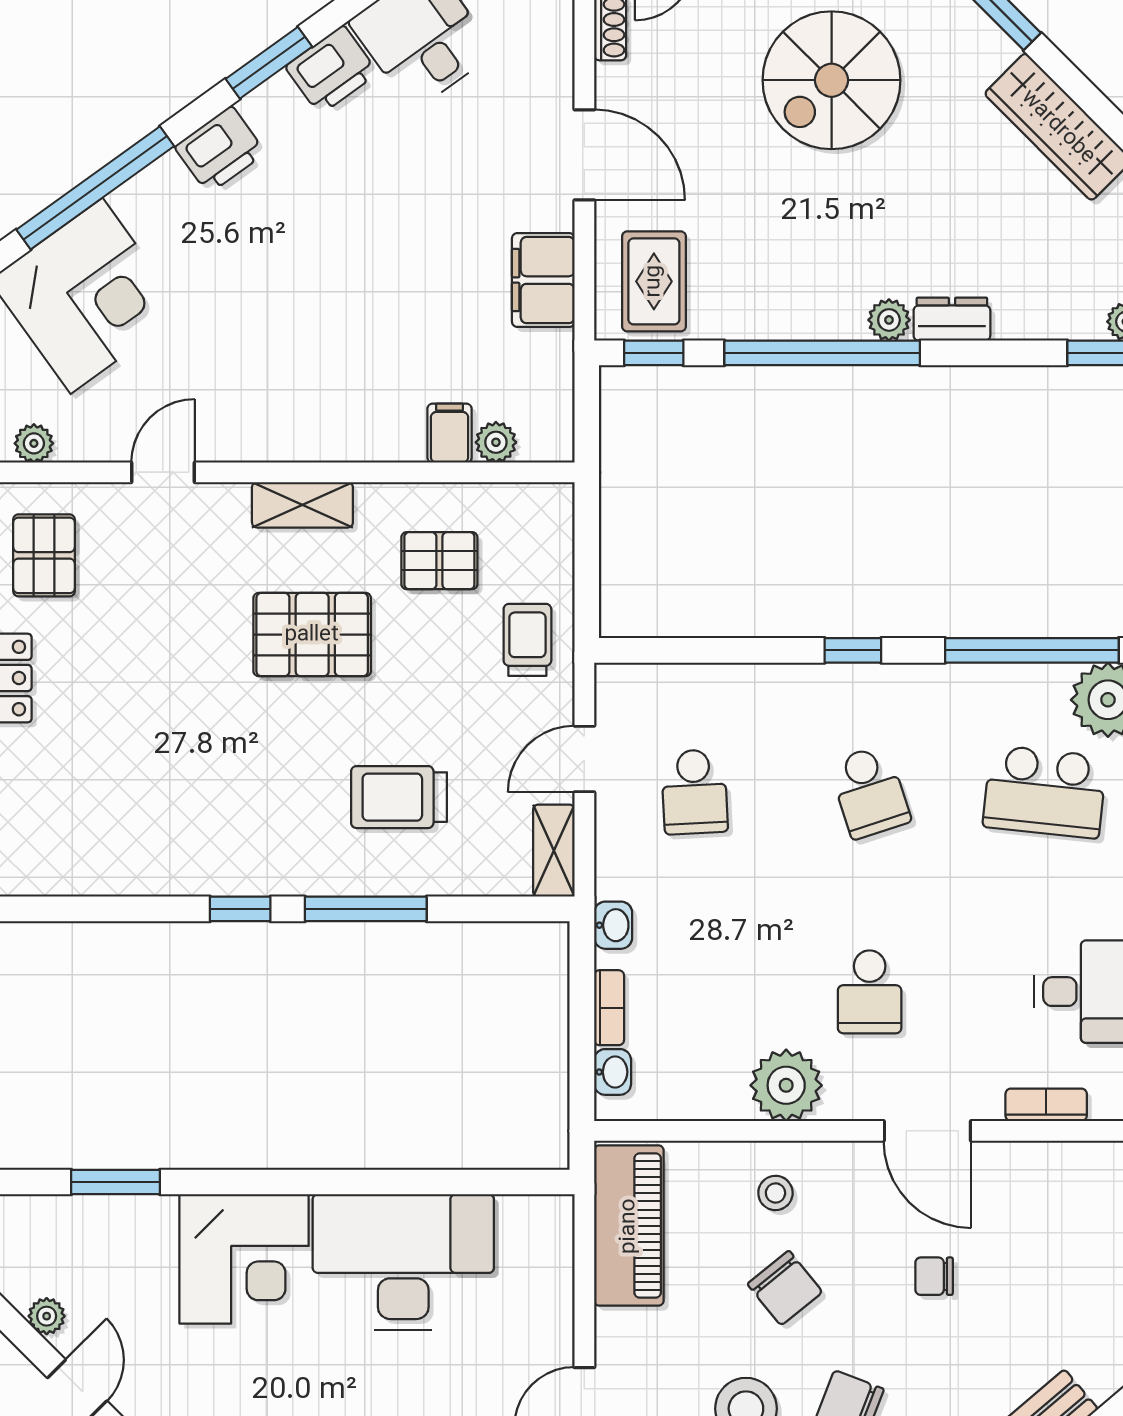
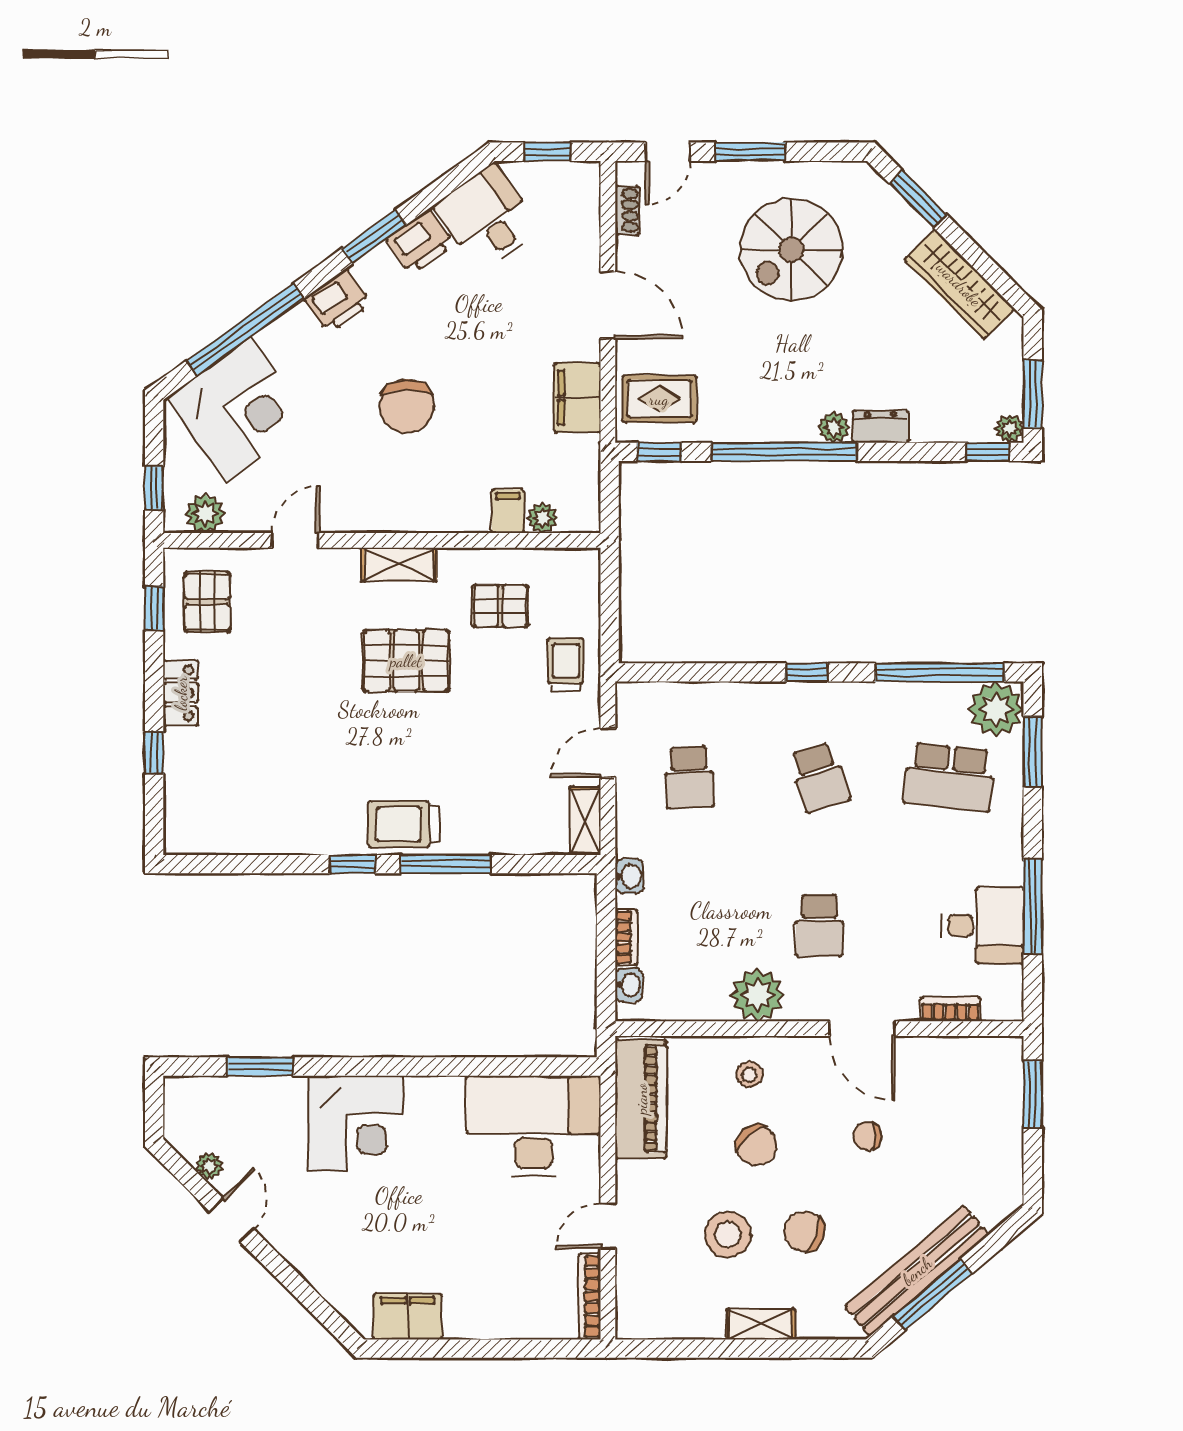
rug: (654, 281) -> (659, 399), turned 90
chair: (313, 291) -> (407, 406), added
plant: (34, 443) -> (205, 514), width x1.38, depth x1.38
trolley: (399, 797) -> (404, 824), moved
desk: (403, 1262) -> (533, 1126), moved

